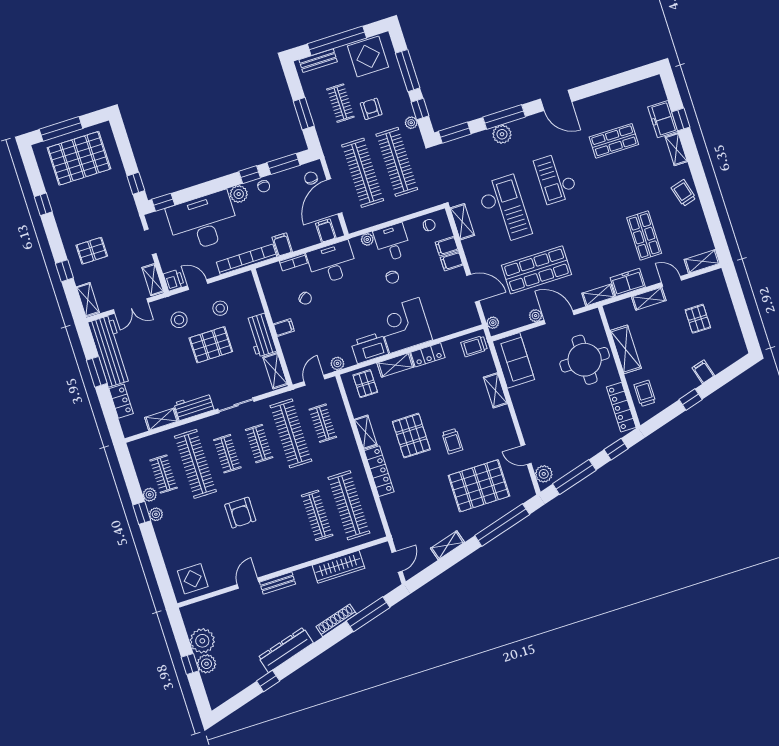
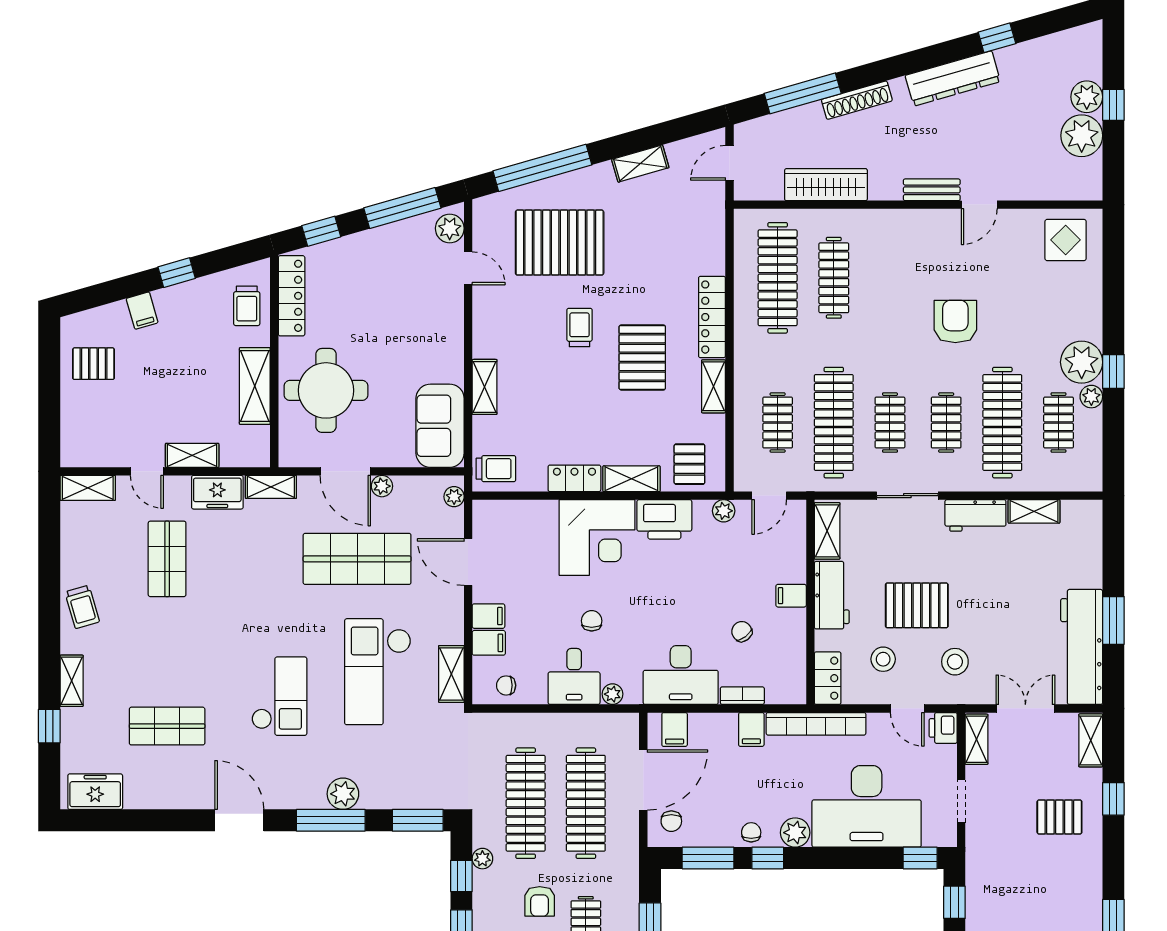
freezer: (663, 119) -> (95, 792), moved, turned -90
pallet: (698, 319) -> (94, 364), moved, turned 90
locker: (121, 401) -> (828, 678), moved, turned 180
plant: (156, 514) -> (1082, 362), width x1.88, depth x1.88

